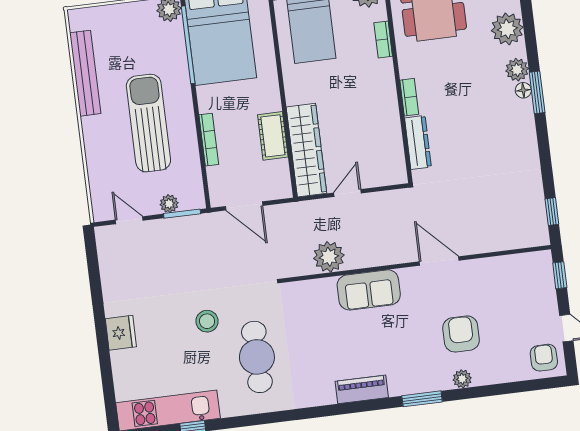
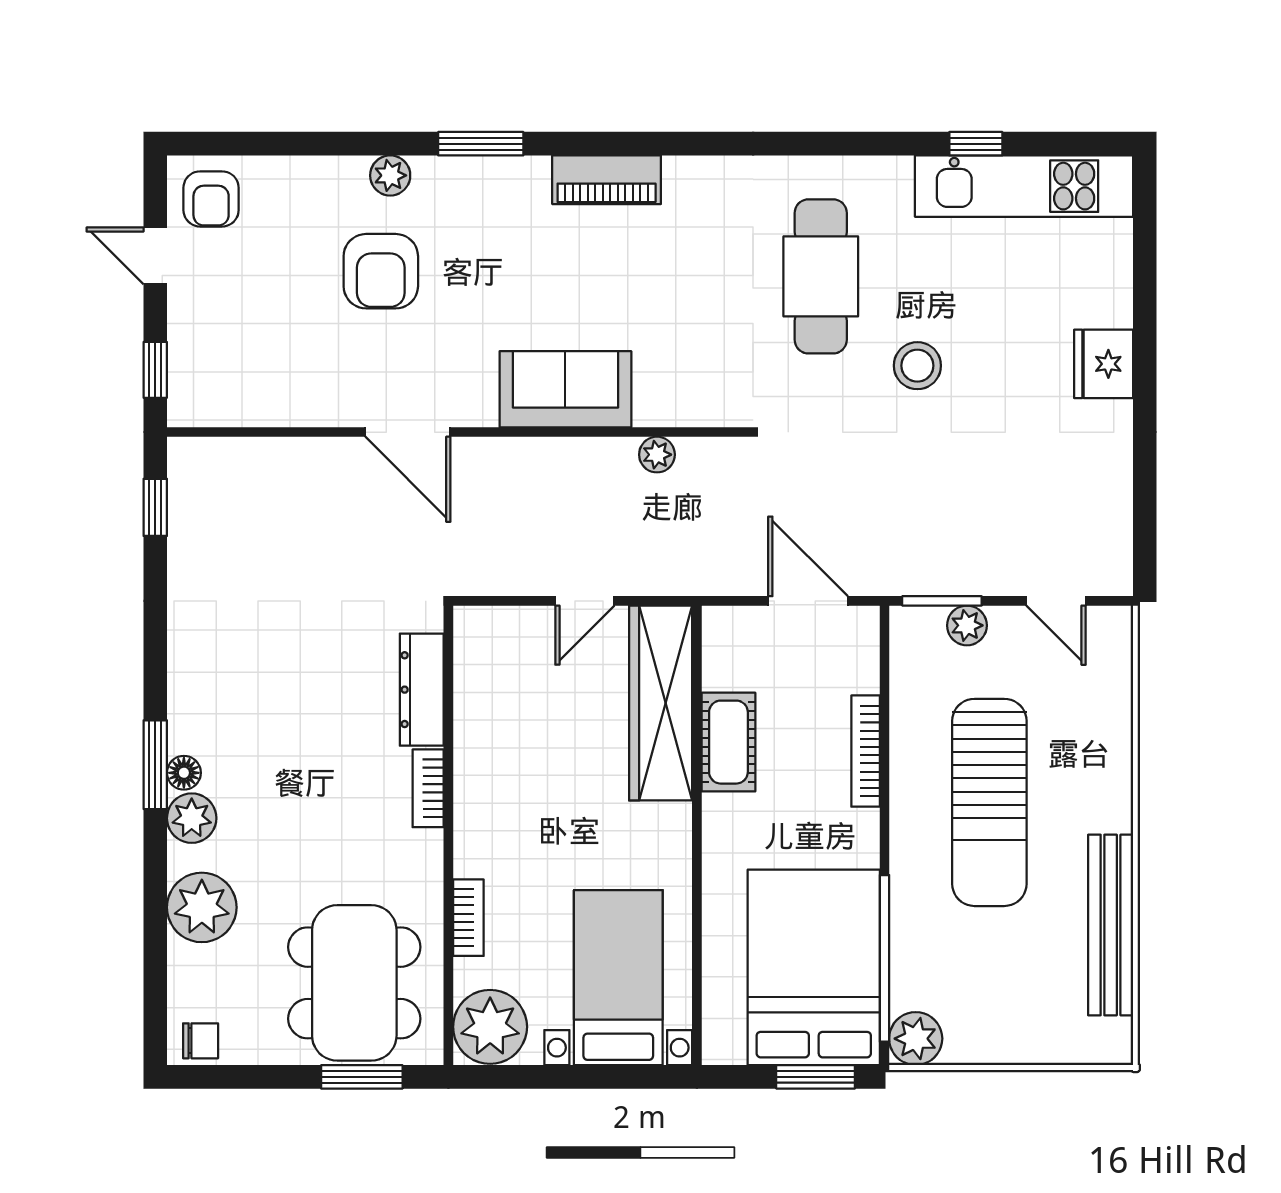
plant: (329, 257) -> (657, 455), width x0.53, depth x0.53

